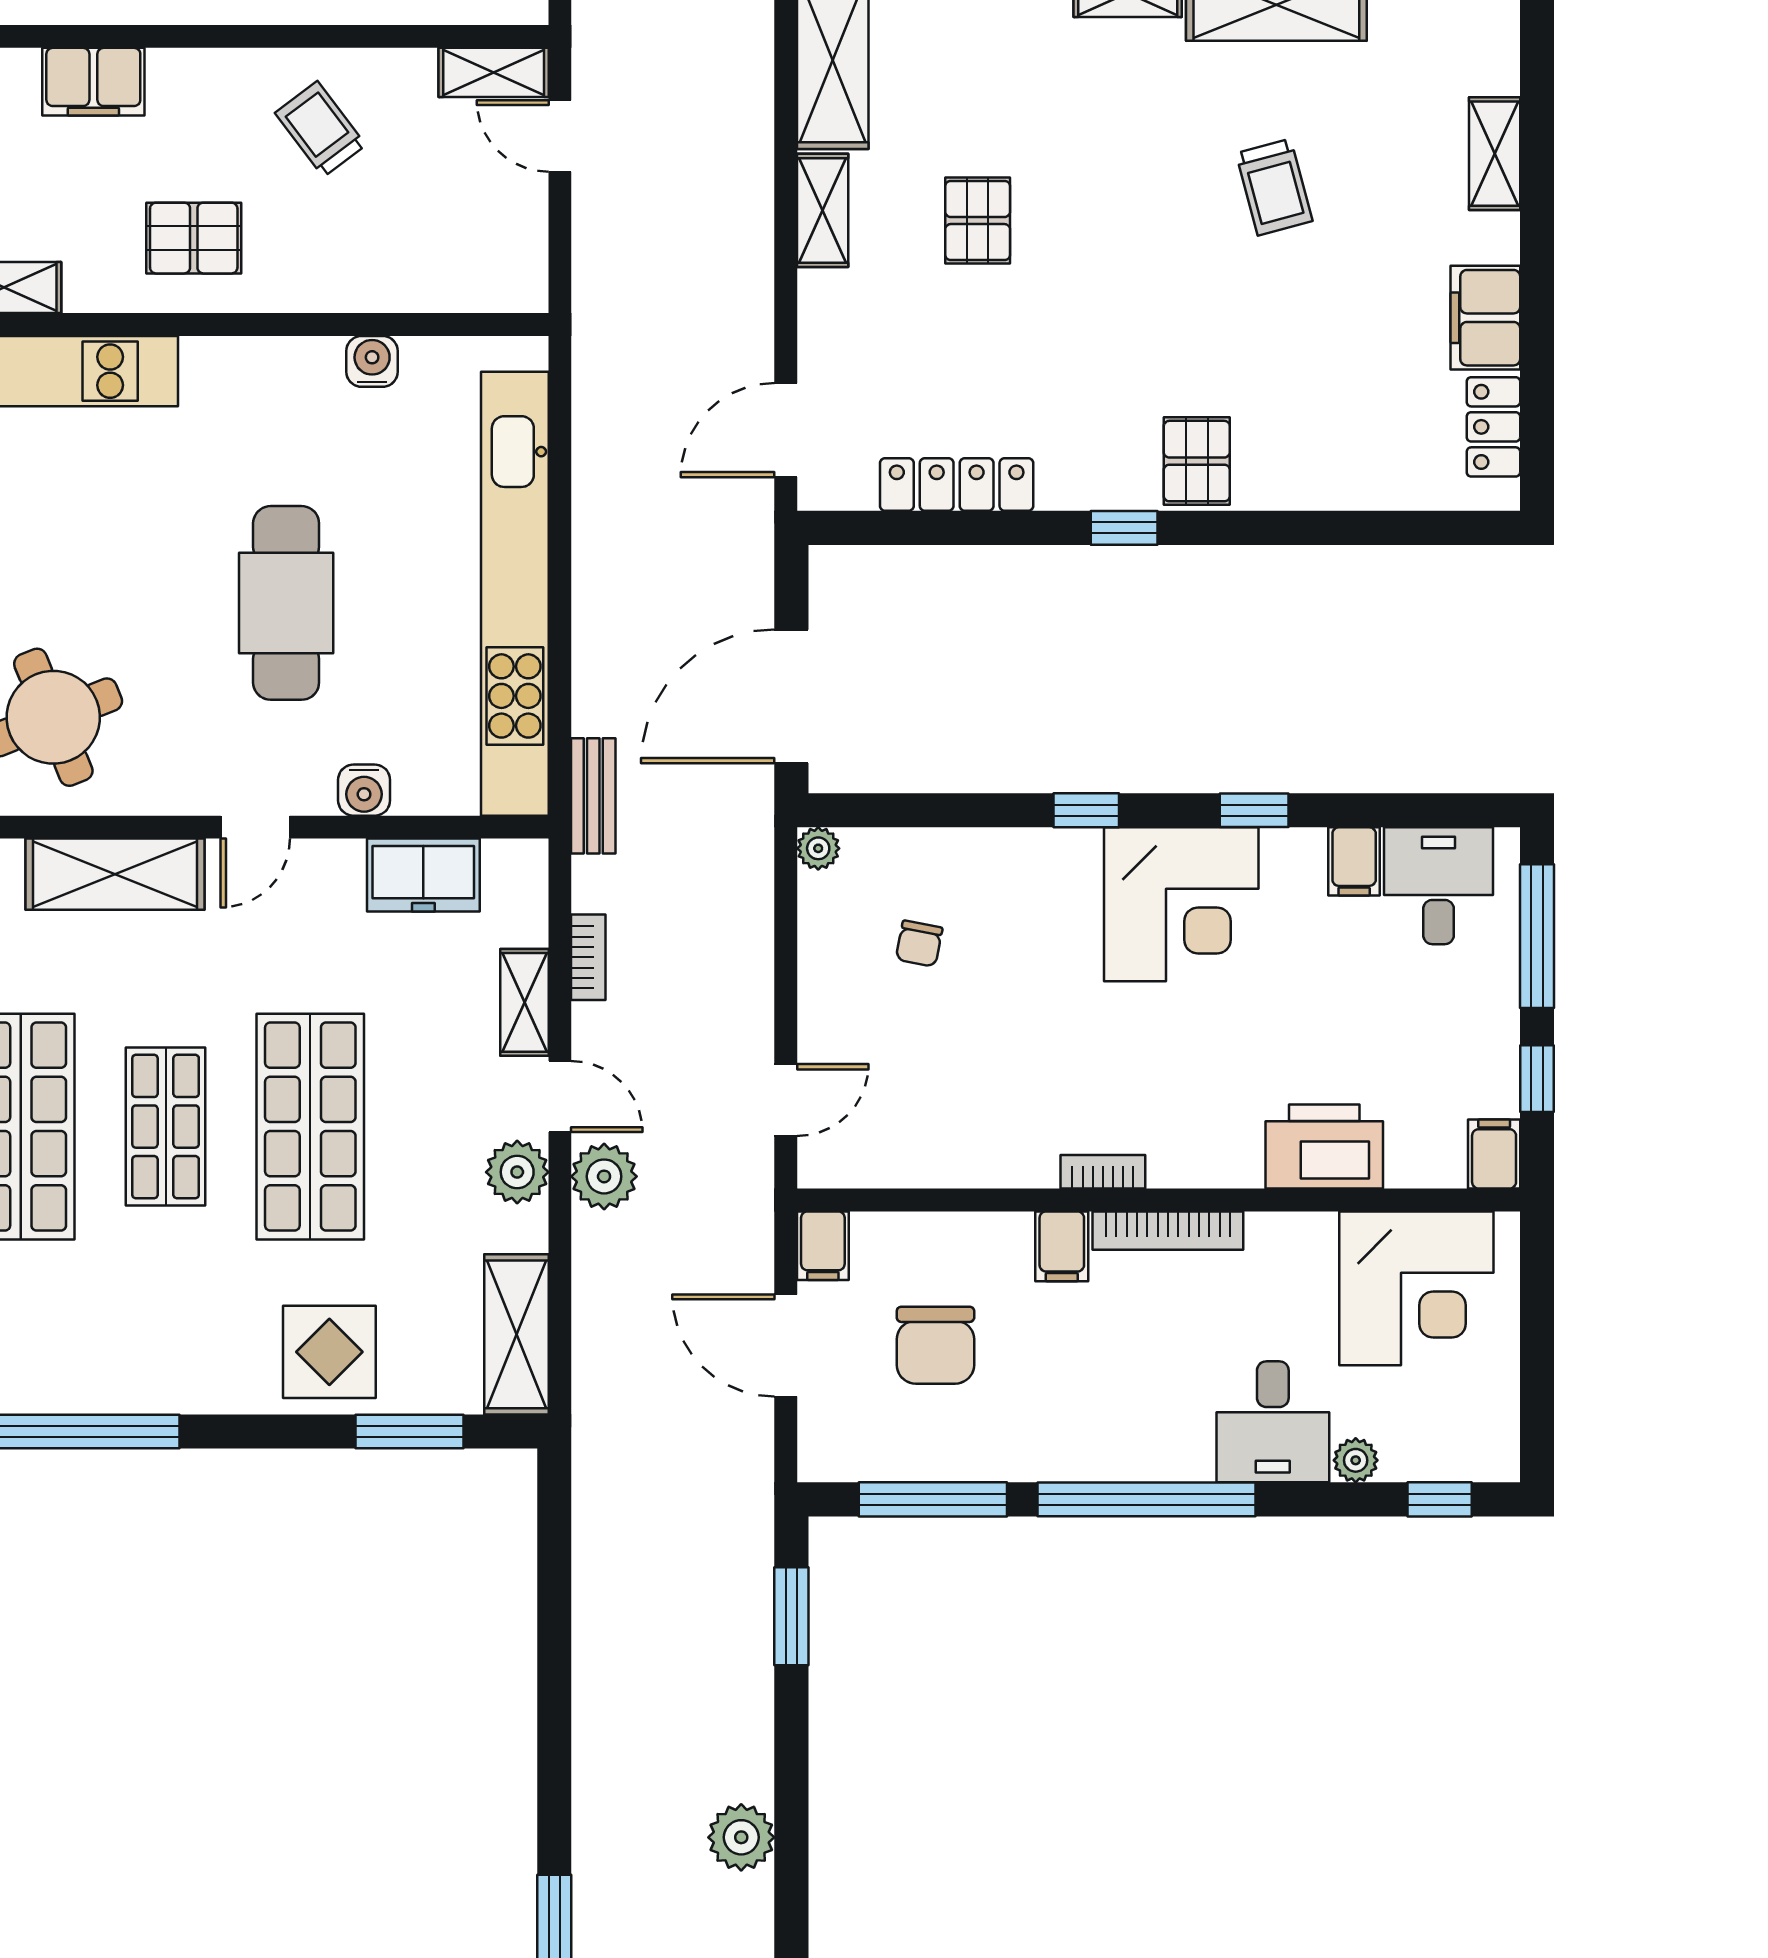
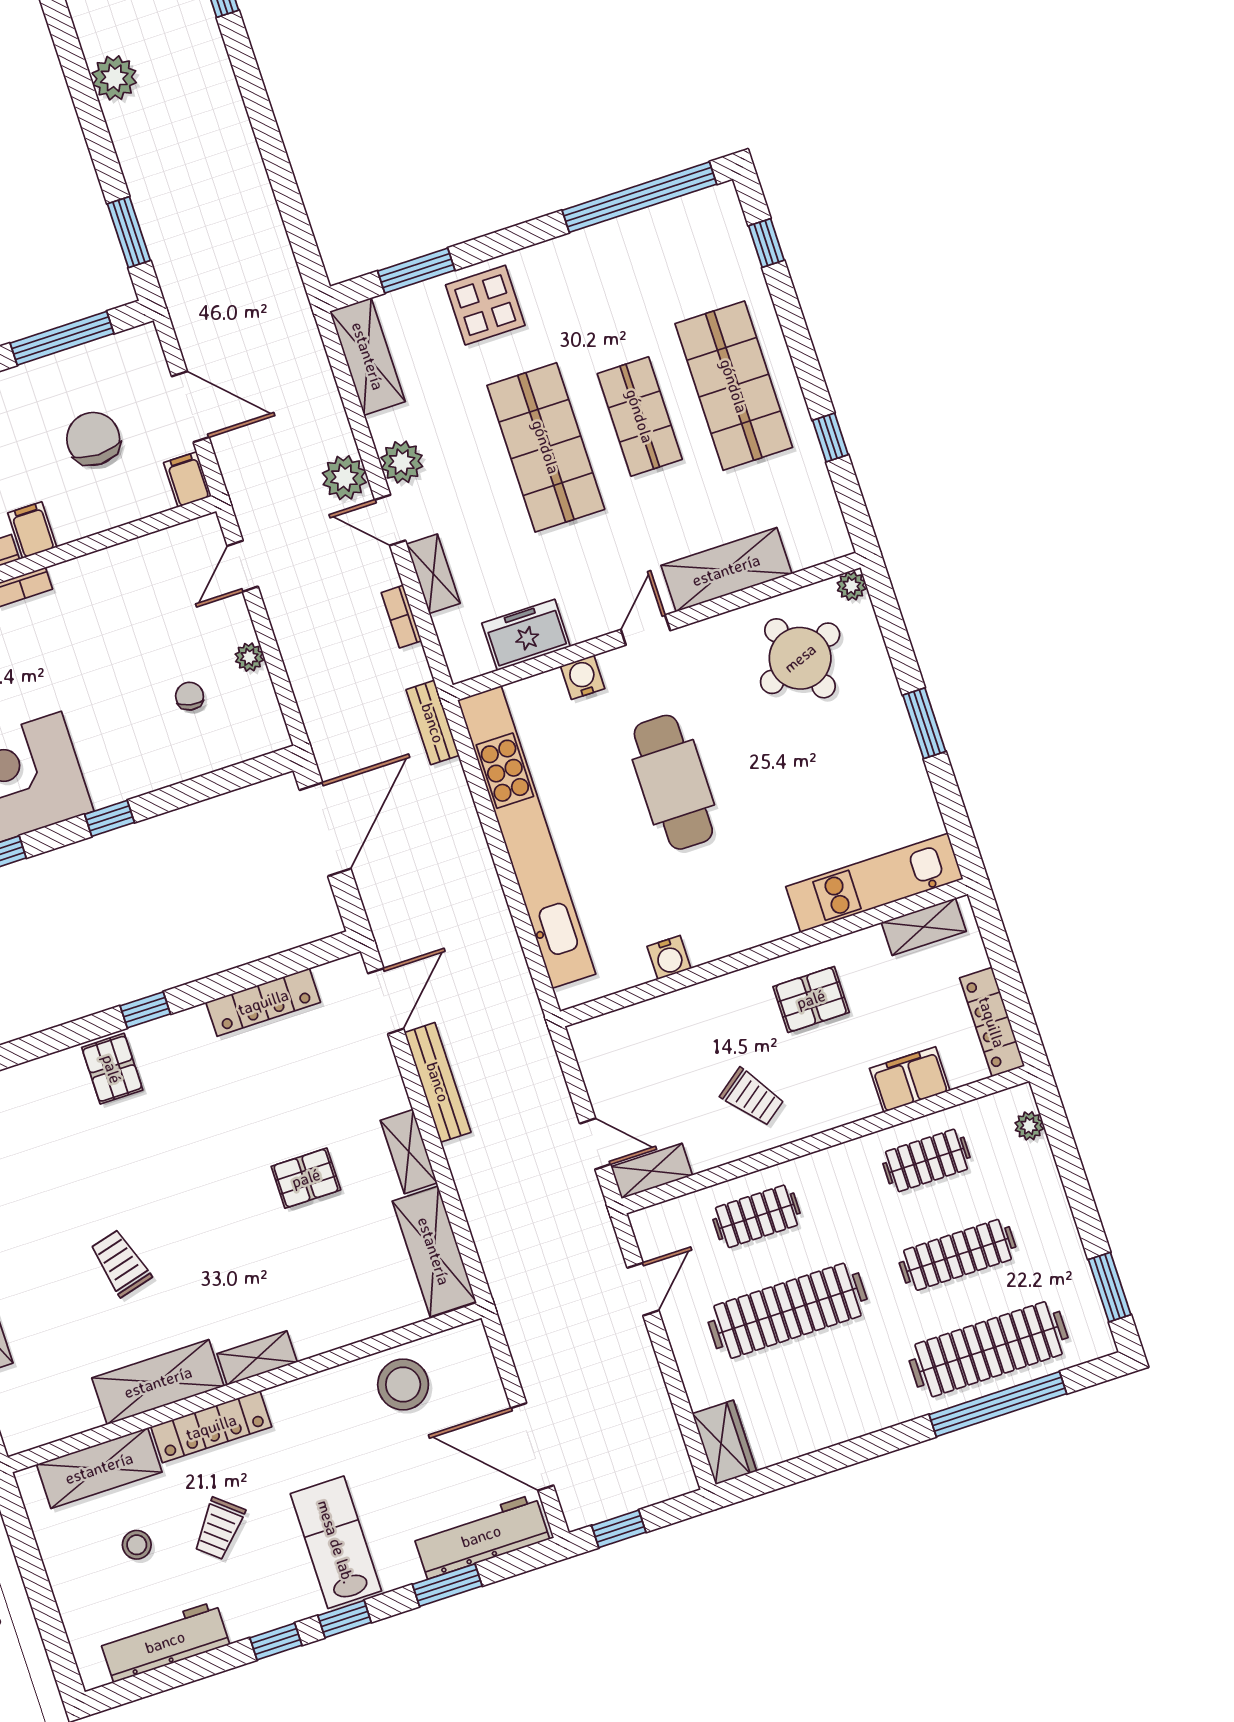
pallet: (978, 221) -> (306, 1178), turned 90
bench: (751, 293) -> (438, 1082), added
plant: (818, 848) -> (249, 657), moved

